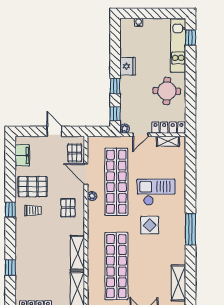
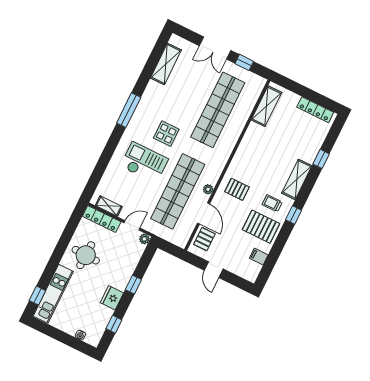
window: (115, 114) -> (114, 324), moved
filing cabinet: (22, 155) -> (259, 257), width x0.50
checkout: (156, 192) -> (144, 163), turned 180
pallet: (68, 208) -> (237, 189), turned 90
shelving: (77, 253) -> (297, 179), moved

